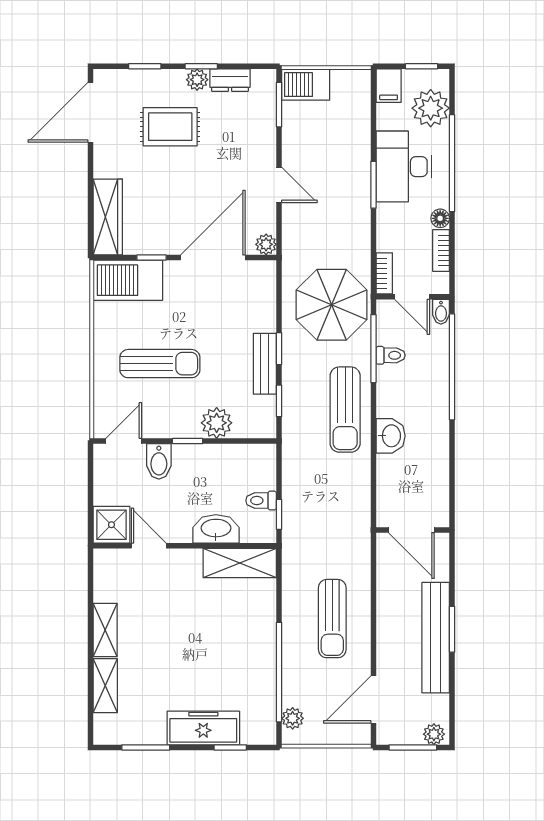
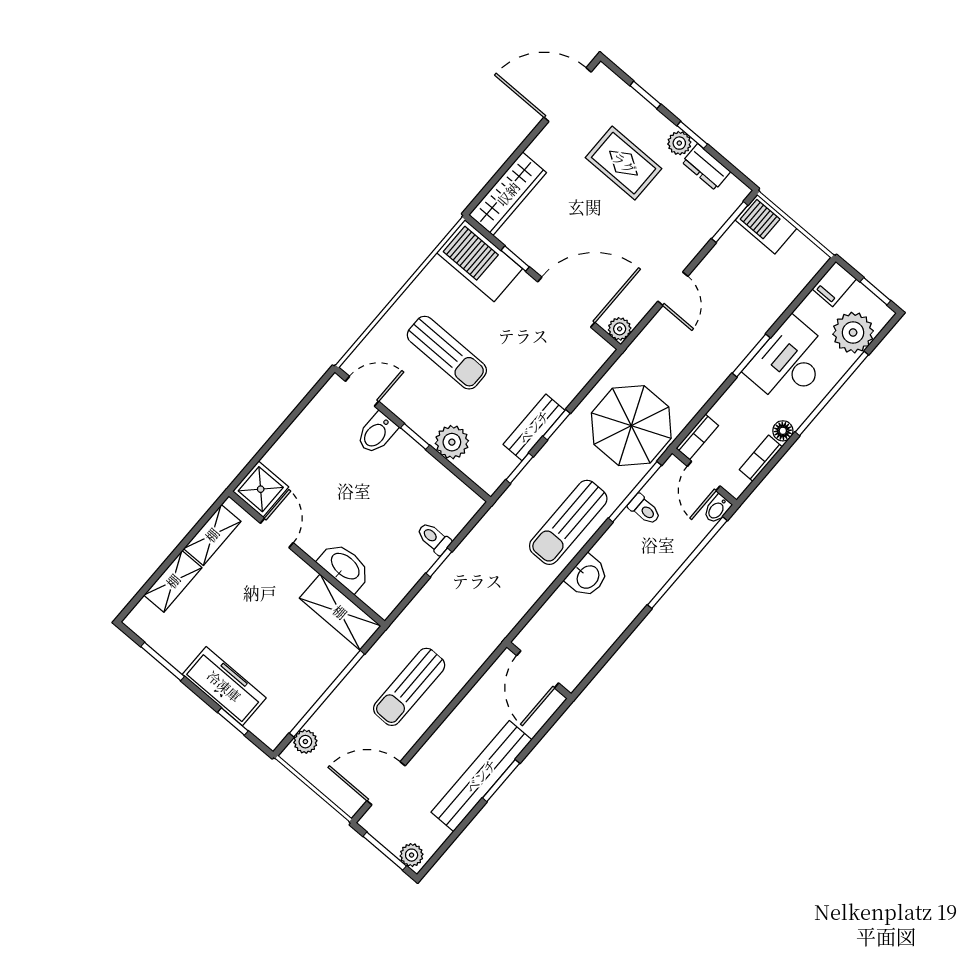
shower: (111, 525) -> (261, 489), moved
washbasin: (216, 529) -> (345, 567), moved
door: (149, 546) -> (277, 533), moved
wall: (185, 546) -> (307, 559), moved
shelving: (240, 563) -> (340, 612), moved

